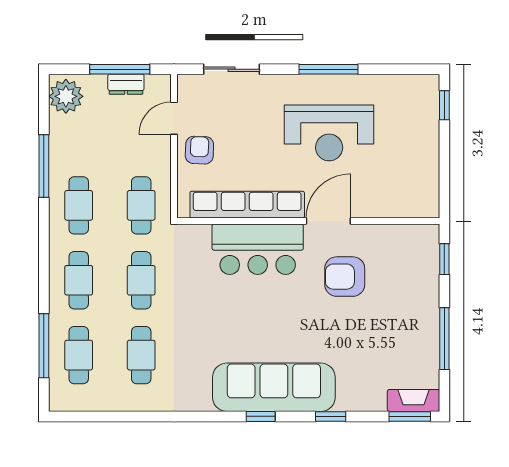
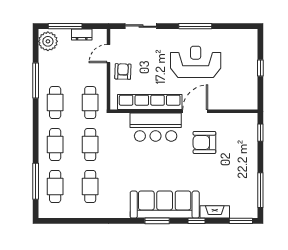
window: (120, 69) -> (65, 26), moved
window: (444, 105) -> (260, 68), moved
reception desk: (329, 133) -> (196, 62), turned 180
window: (444, 339) -> (260, 190), moved
fireplace: (413, 400) -> (215, 212), moved
window: (261, 416) -> (157, 221), width x1.50

